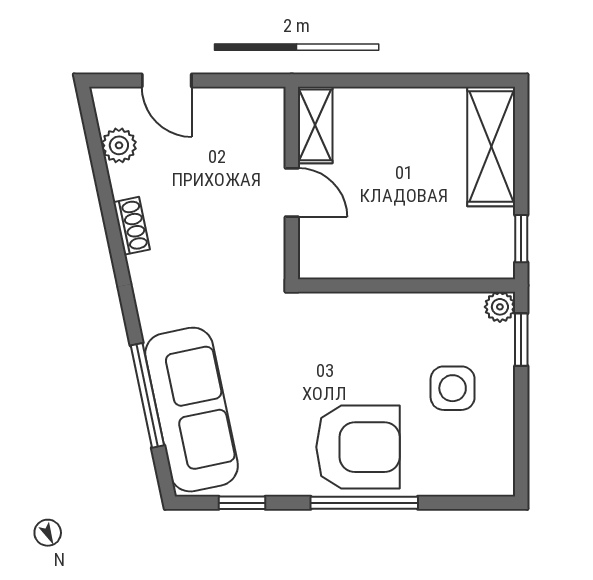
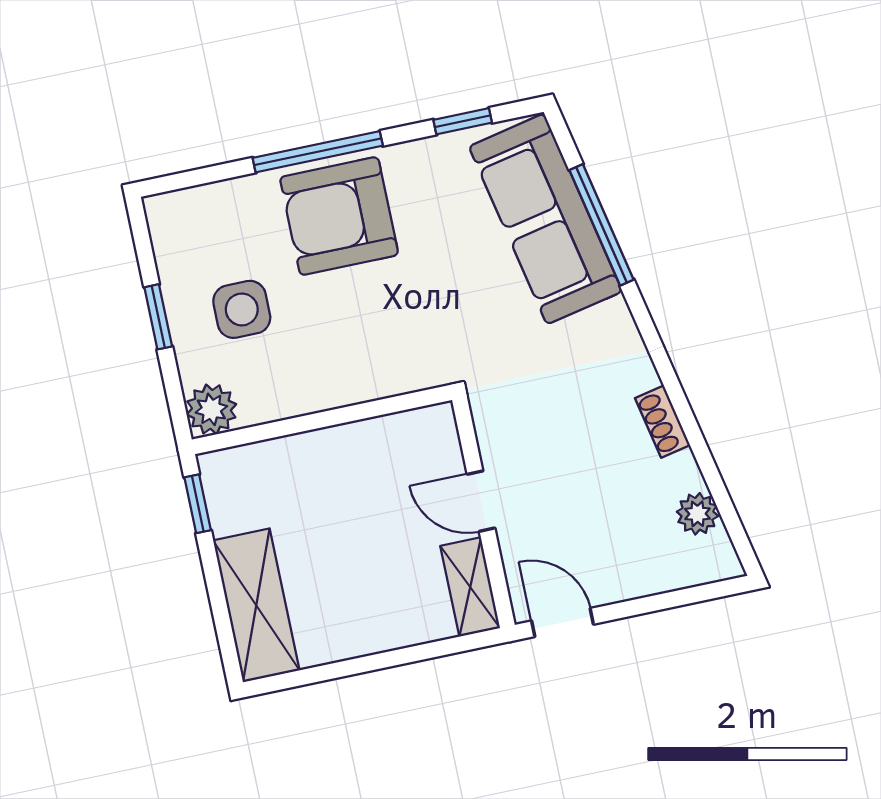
door: (167, 80) -> (563, 623), moved
plant: (500, 307) -> (211, 409), width x1.38, depth x1.38
window: (521, 340) -> (158, 317), moved

